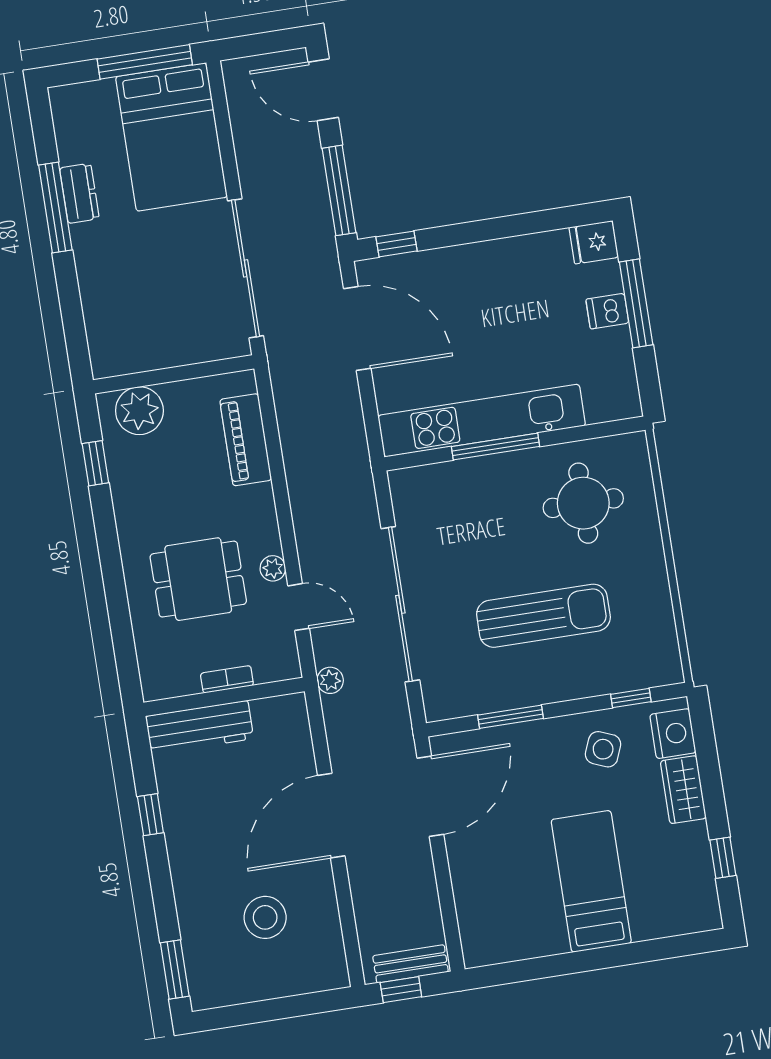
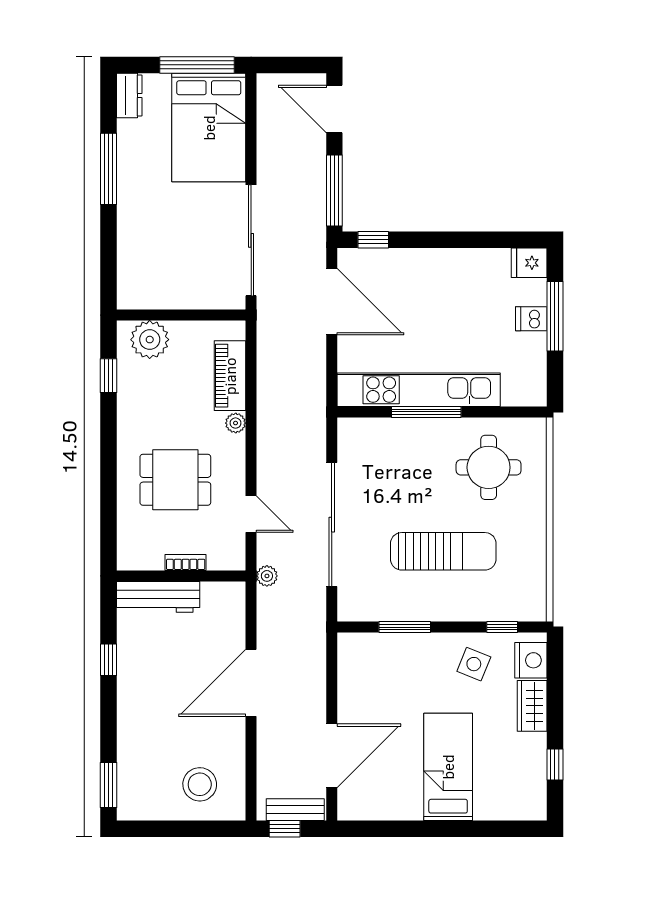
dresser: (79, 193) -> (129, 95), moved
plant: (273, 568) -> (236, 423), moved
door: (430, 796) -> (332, 756), moved
stool: (265, 917) -> (200, 784), moved

